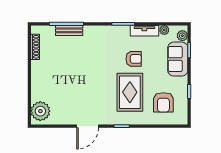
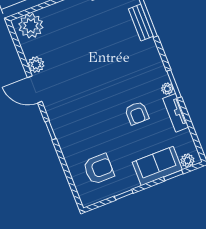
plant: (164, 30) -> (167, 89), moved
rug: (130, 92) -> (95, 124), removed
armchair: (163, 102) -> (99, 169), turned 180
plant: (70, 118) -> (36, 65), added

